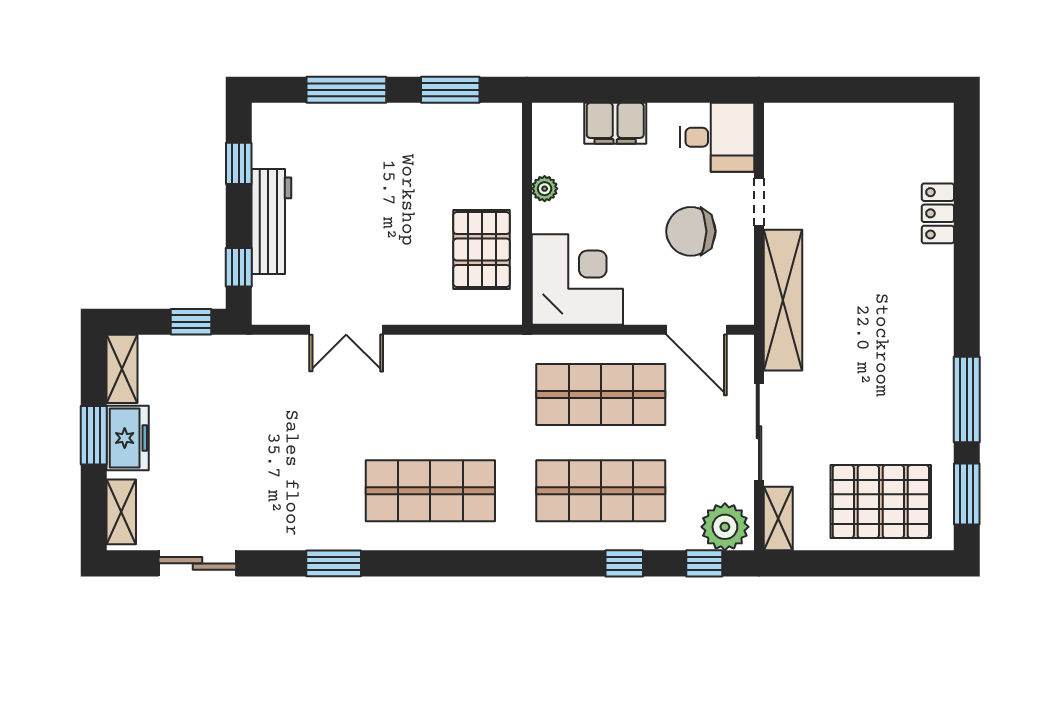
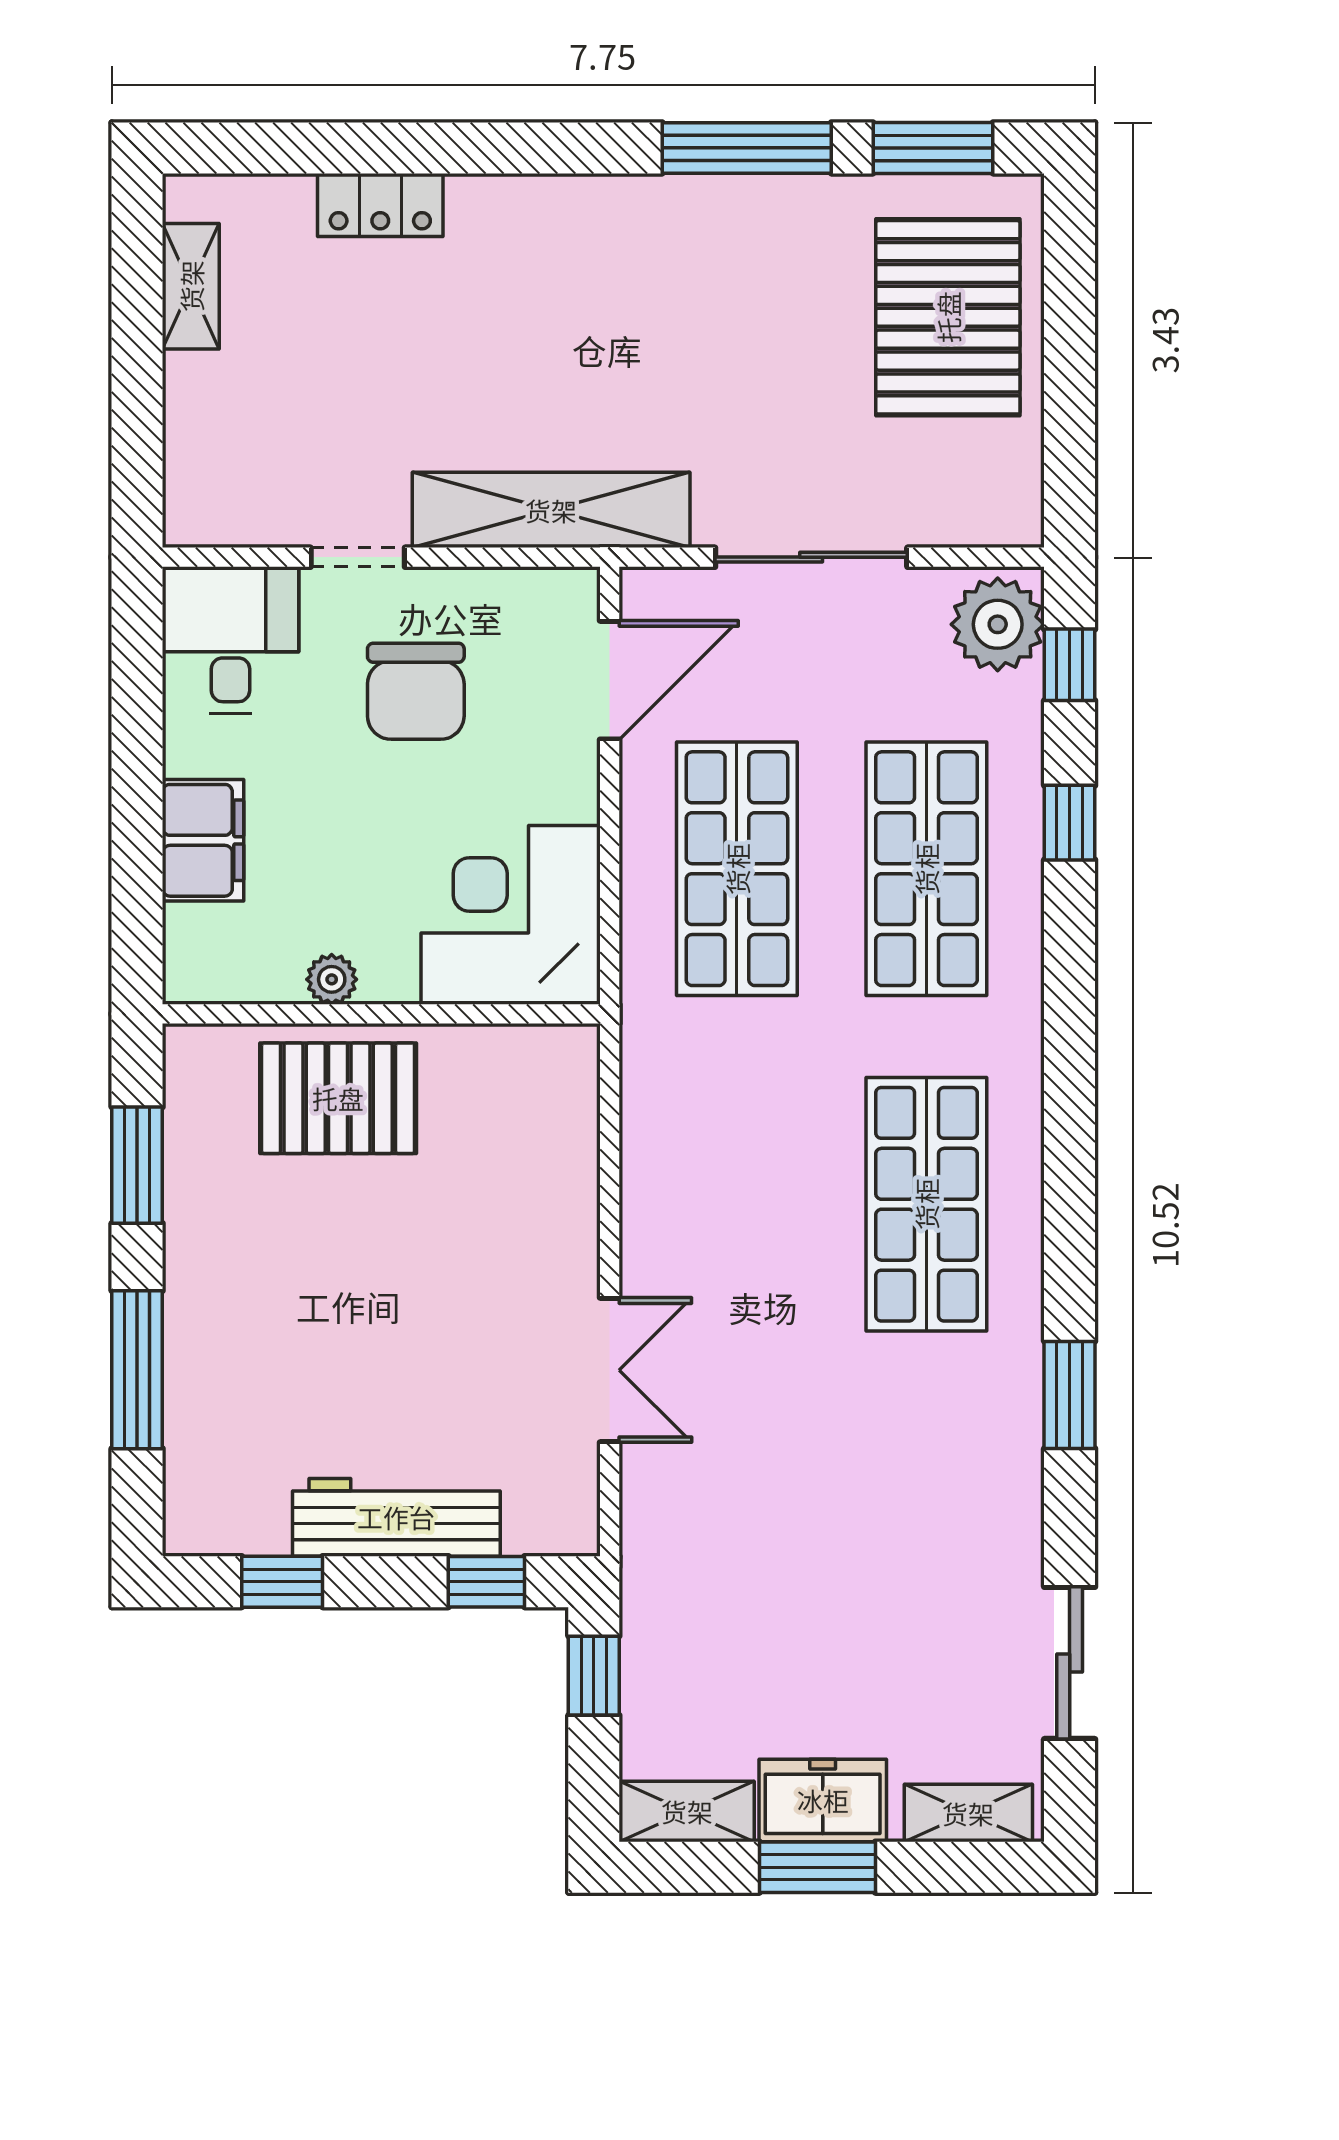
pallet: (482, 250) -> (338, 1098), moved
shelving: (778, 519) -> (191, 286), moved, turned 90

